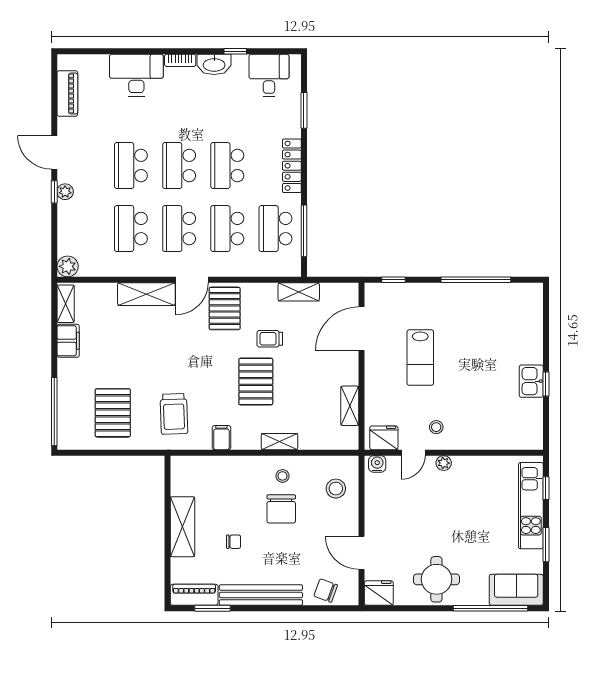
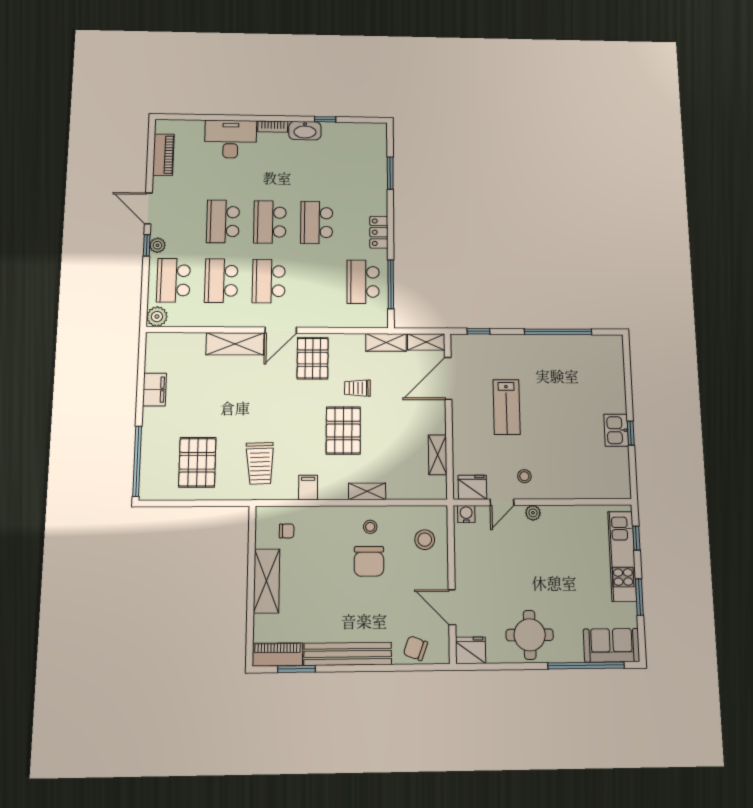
desk: (269, 76) -> (357, 141), removed
locker: (292, 166) -> (379, 232), width x0.66
school desk: (227, 229) -> (173, 280), moved
shelving: (66, 304) -> (426, 342), moved, turned 90
chair: (234, 542) -> (287, 531), moved

